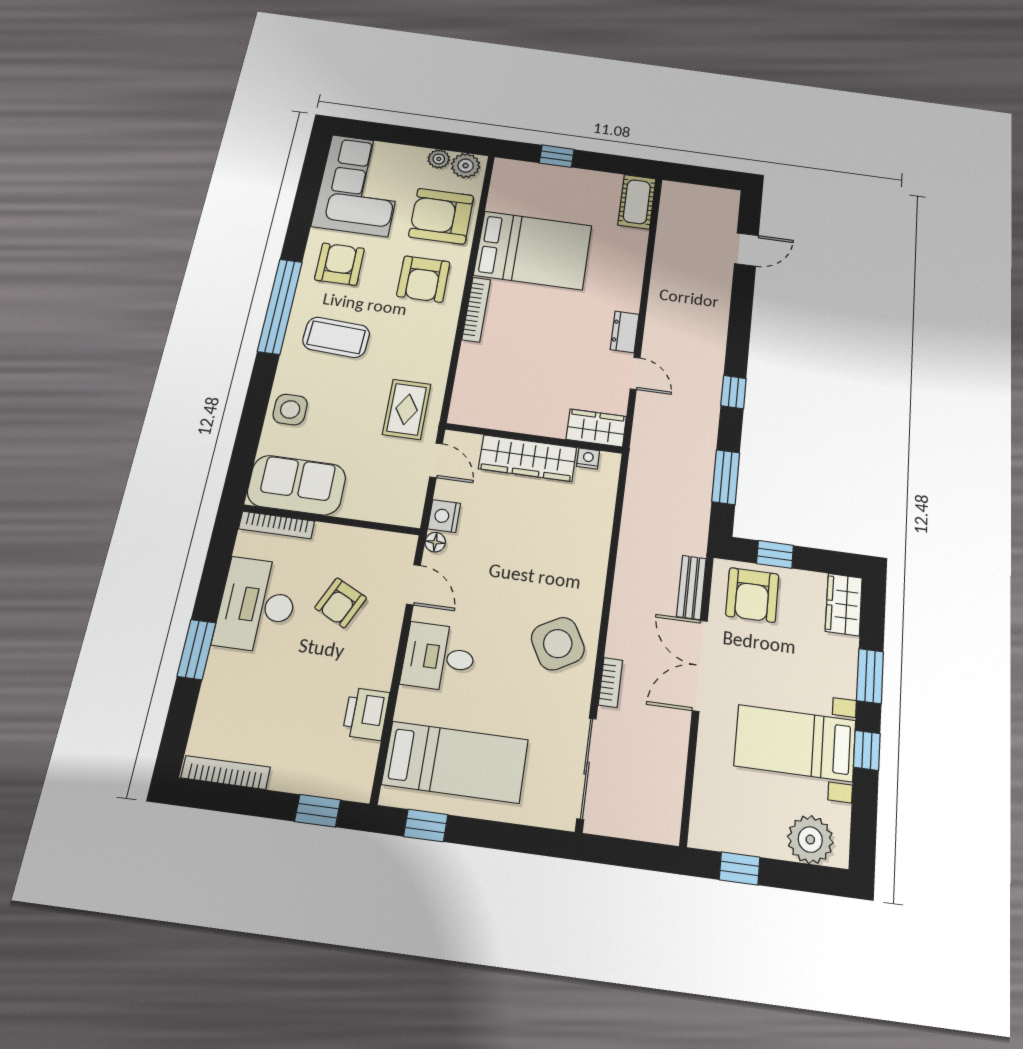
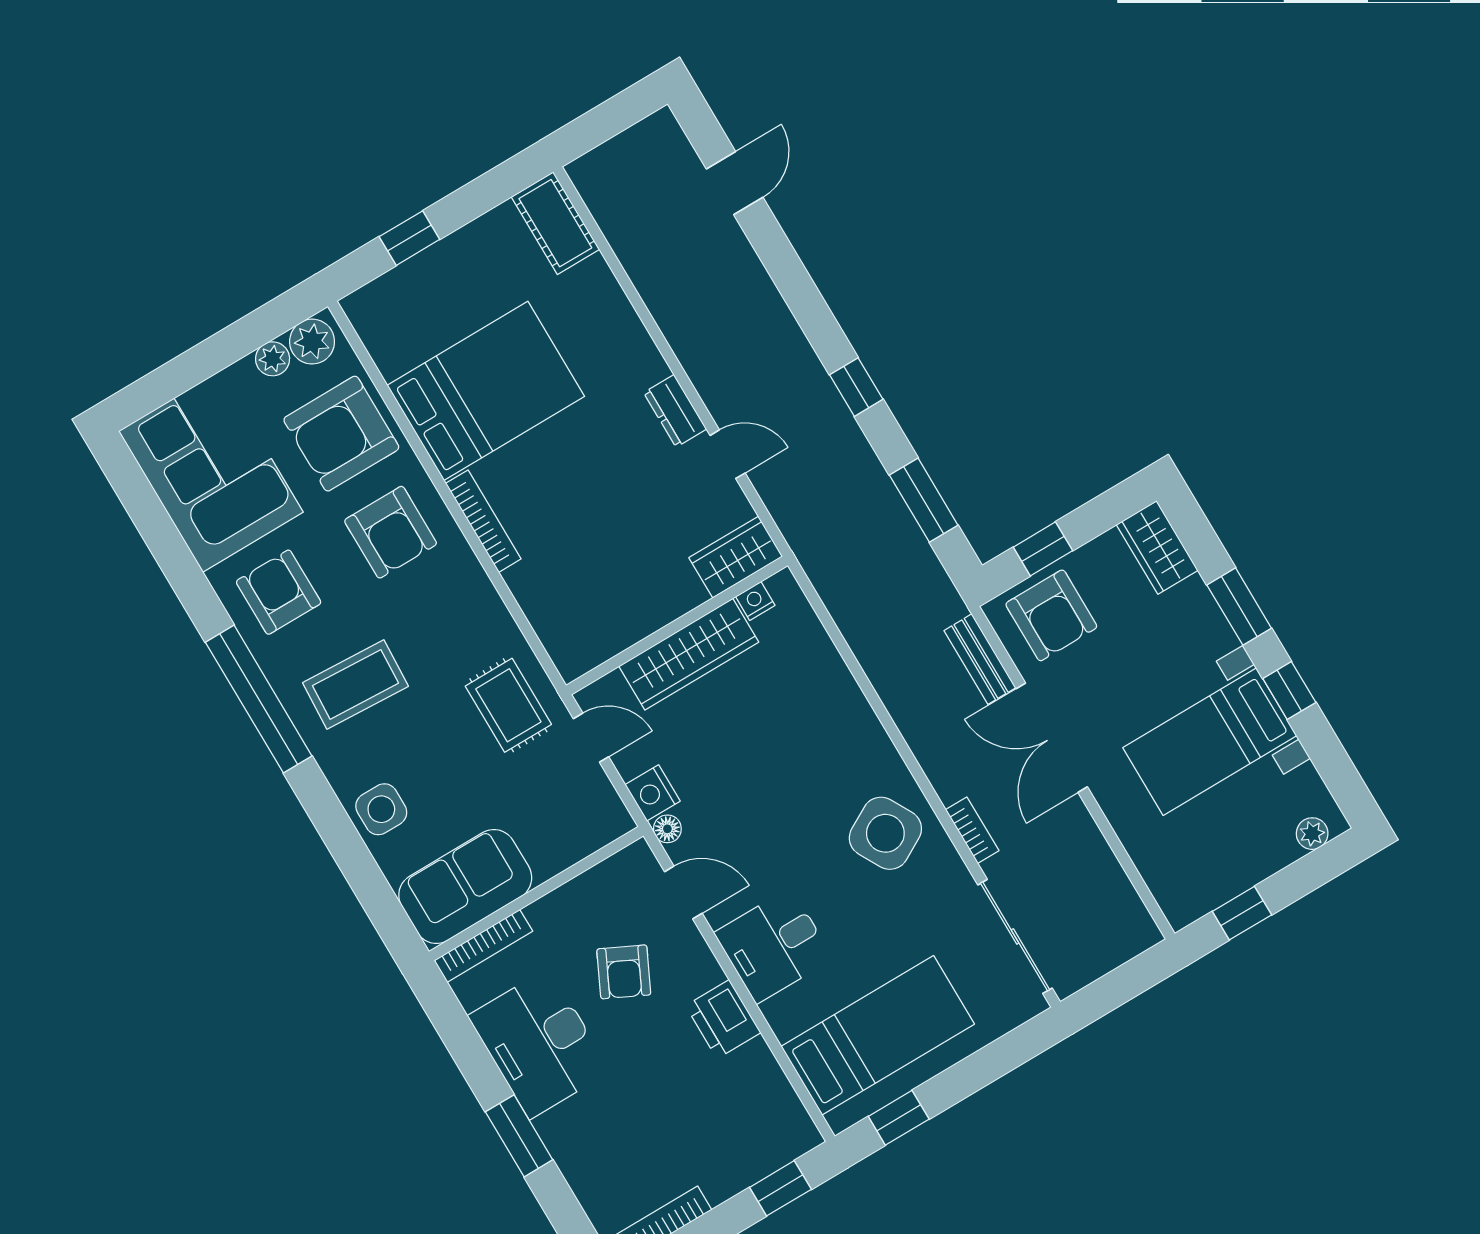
printer: (366, 714) -> (723, 1019), moved
plant: (810, 840) -> (1312, 834), width x0.53, depth x0.53

